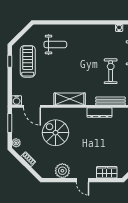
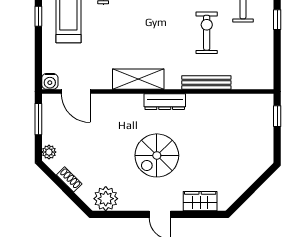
dresser: (99, 113) -> (165, 102), moved
spiral stairs: (56, 133) -> (157, 155), moved, turned -90
plant: (62, 171) -> (106, 199), moved

